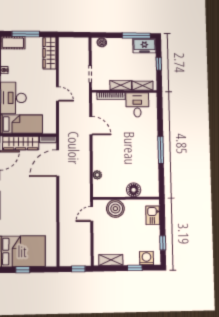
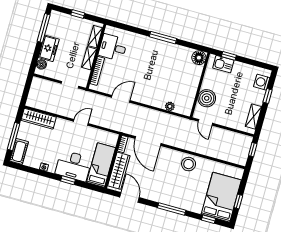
freezer: (144, 46) -> (49, 48), moved
floor lamp: (134, 190) -> (199, 58), moved
stool: (46, 209) -> (189, 164), added
window: (163, 243) -> (229, 56), moved

